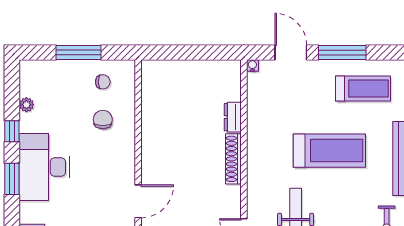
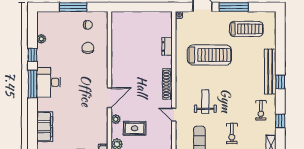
treadmill: (329, 151) -> (209, 55), moved
shoe rack: (233, 159) -> (167, 84), moved
desk: (44, 167) -> (49, 82), width x0.73, depth x0.77
window: (12, 179) -> (32, 84), width x1.44

